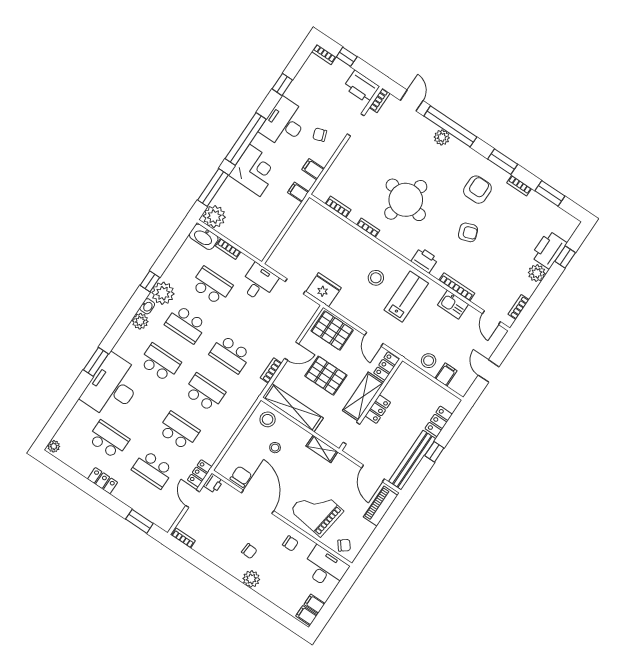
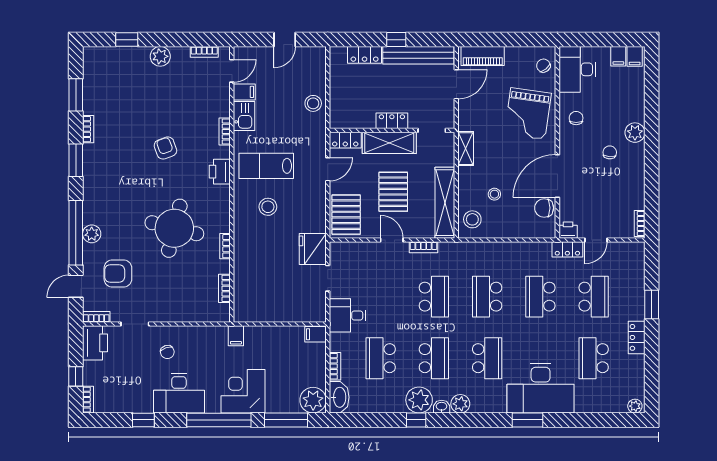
filing cabinet: (313, 169) -> (315, 334), moved, turned 90
armchair: (477, 190) -> (118, 274), moved
printer: (549, 250) -> (130, 60), removed
bookcase: (457, 287) -> (225, 131), width x0.64
school desk: (160, 363) -> (487, 358), turned 180
filing cabinet: (446, 374) -> (244, 92), moved, turned 180
window: (139, 521) -> (652, 305), moved

